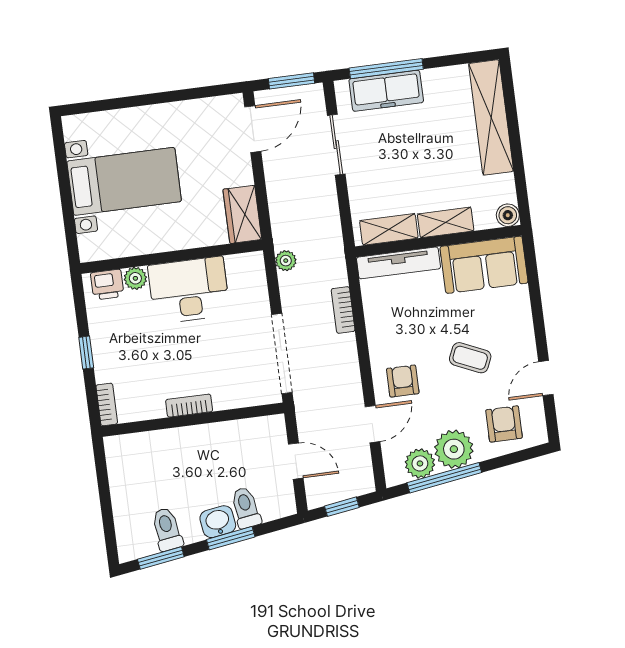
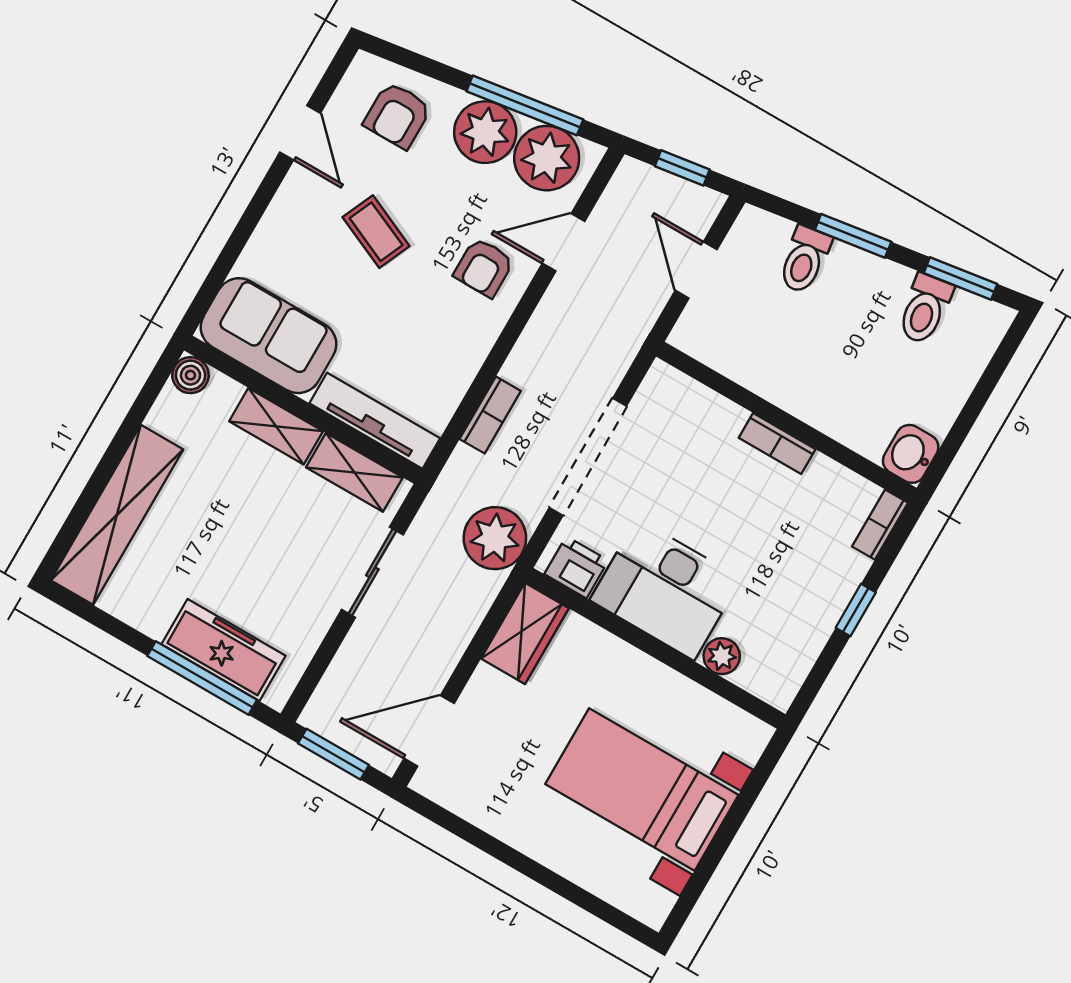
sliding door: (336, 145) -> (372, 572), moved
plant: (286, 261) -> (495, 538), width x1.87, depth x1.87
printer: (107, 285) -> (576, 567), moved
doorway: (282, 354) -> (588, 457), moved
door: (546, 378) -> (300, 133), hinge flipped
plant: (420, 463) -> (547, 158), width x1.36, depth x1.36
washbasin: (218, 522) -> (911, 454), moved, turned 98

